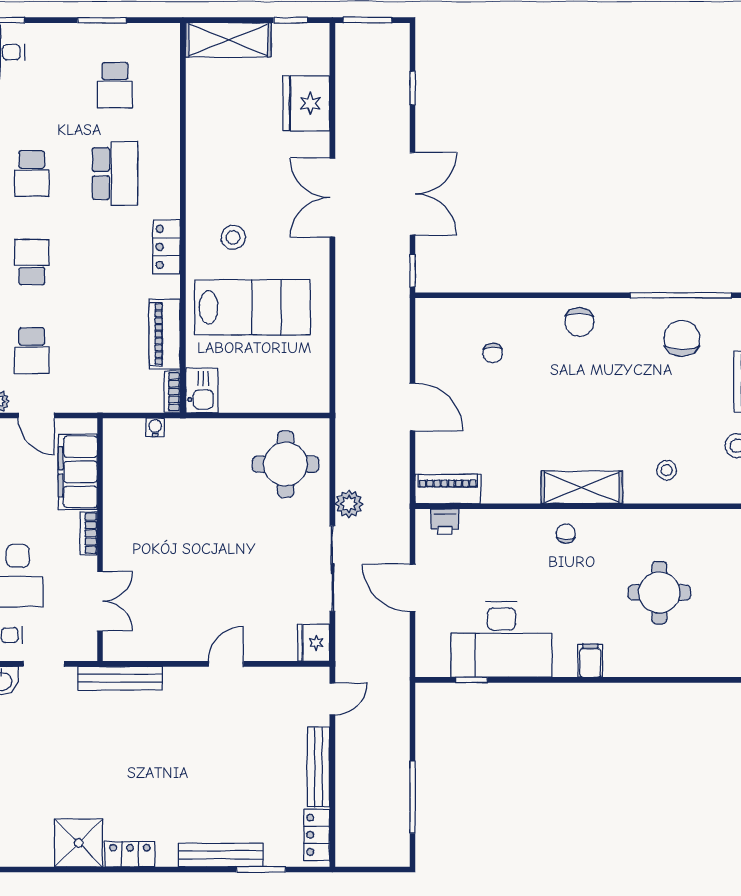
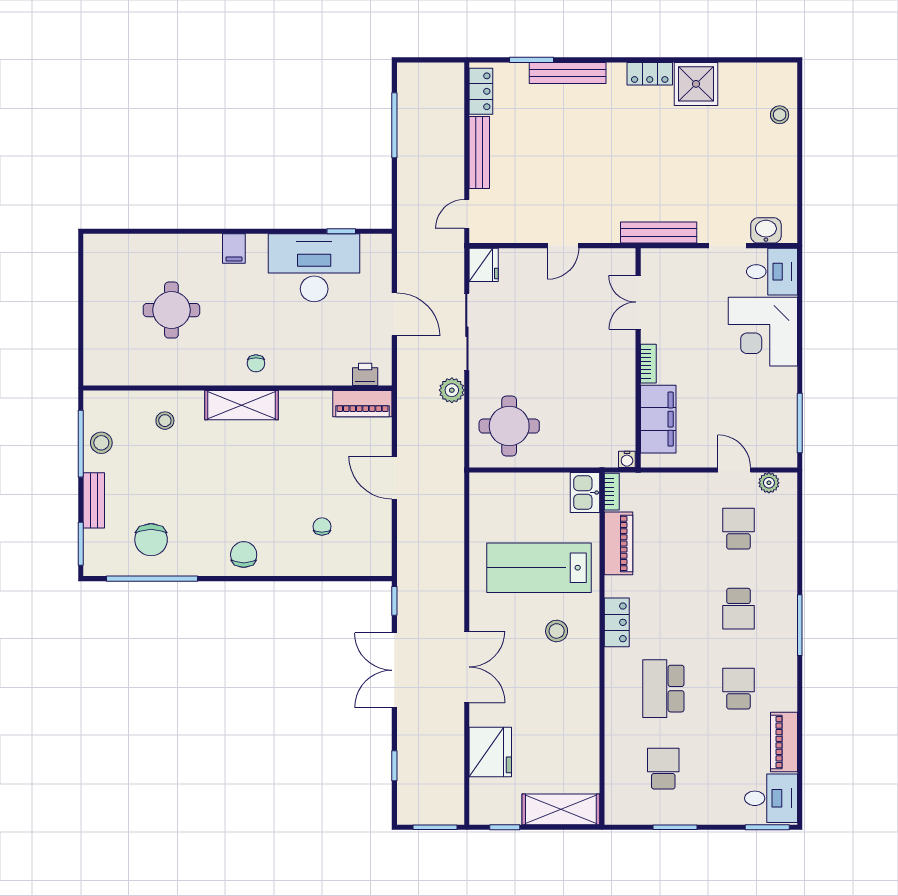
filing cabinet: (78, 472) -> (658, 419), moved
bookcase: (89, 533) -> (648, 364), moved
wall: (100, 540) -> (638, 358), moved
double door: (100, 601) -> (638, 302), moved

